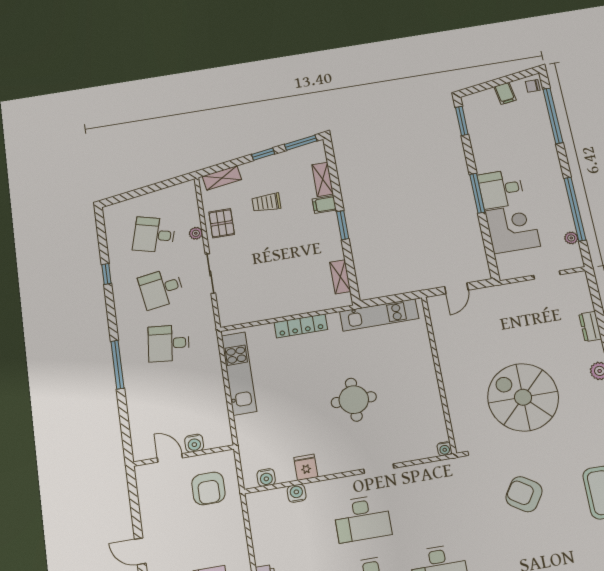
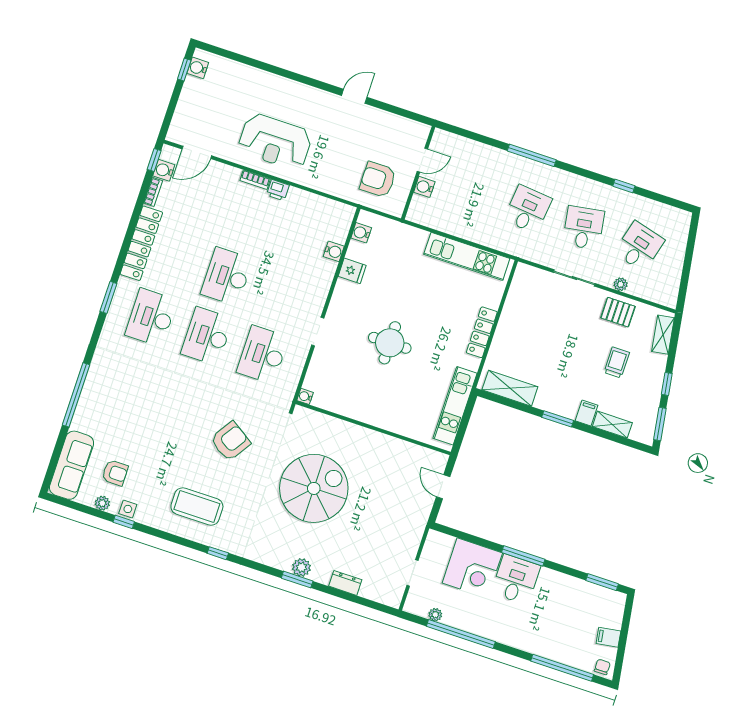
shelving: (340, 277) -> (510, 388), width x1.50, depth x1.33
desk: (362, 519) -> (263, 355), moved

